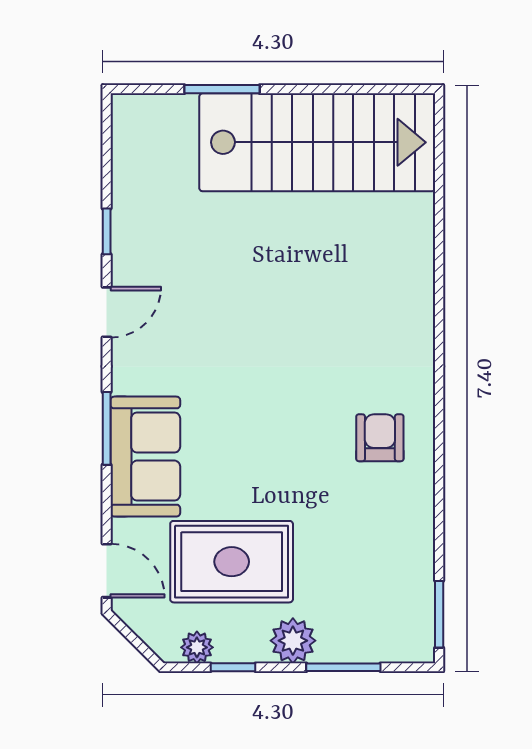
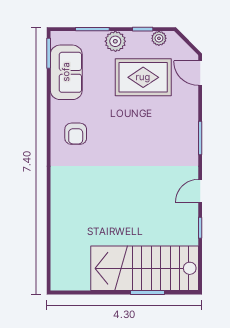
stairs: (317, 142) -> (145, 268), moved
sofa: (145, 457) -> (66, 72), moved, turned 180

